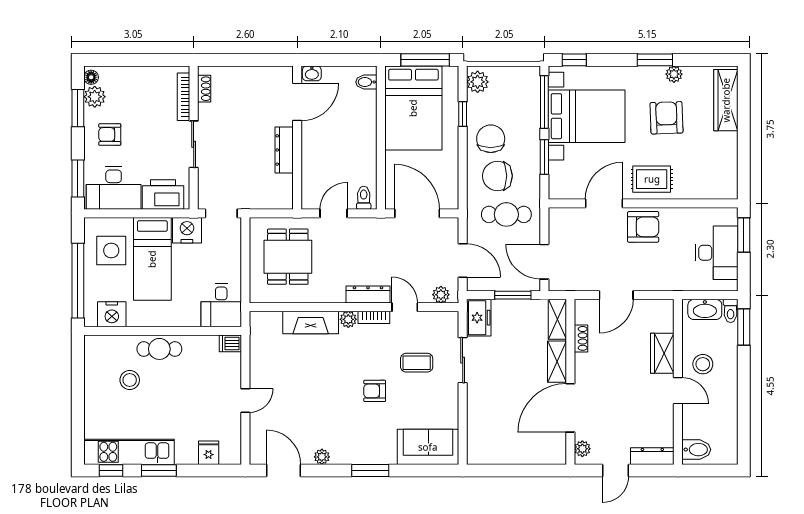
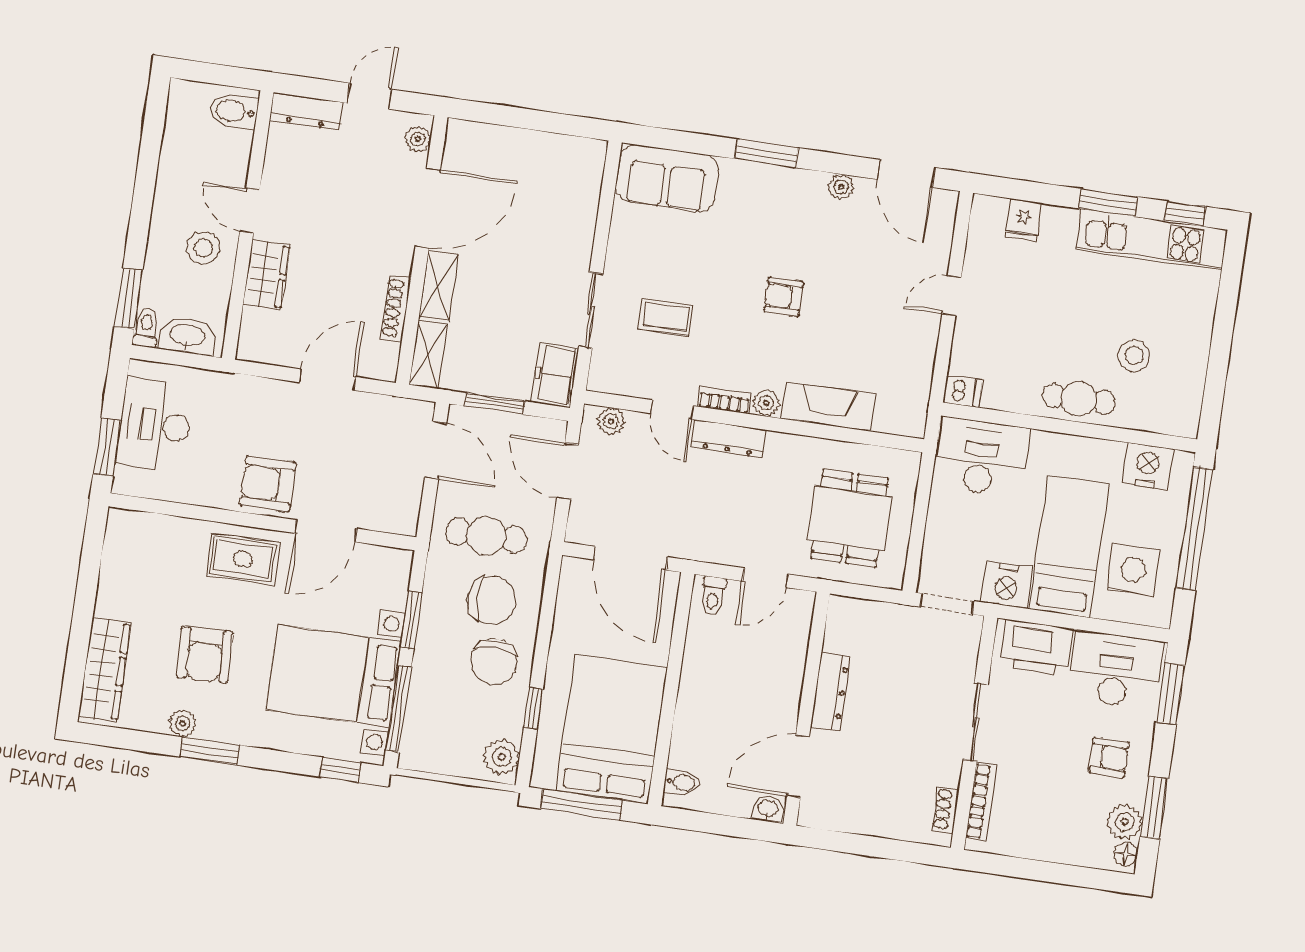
desk: (221, 305) -> (981, 457), width x1.37
shoe rack: (581, 338) -> (396, 308), width x1.43
armchair: (375, 391) -> (784, 297), moved, turned 180

